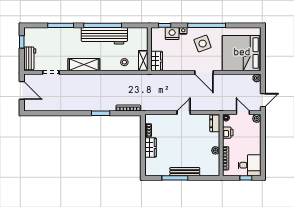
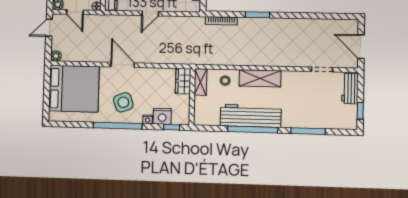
shelving: (84, 65) -> (260, 78), moved

